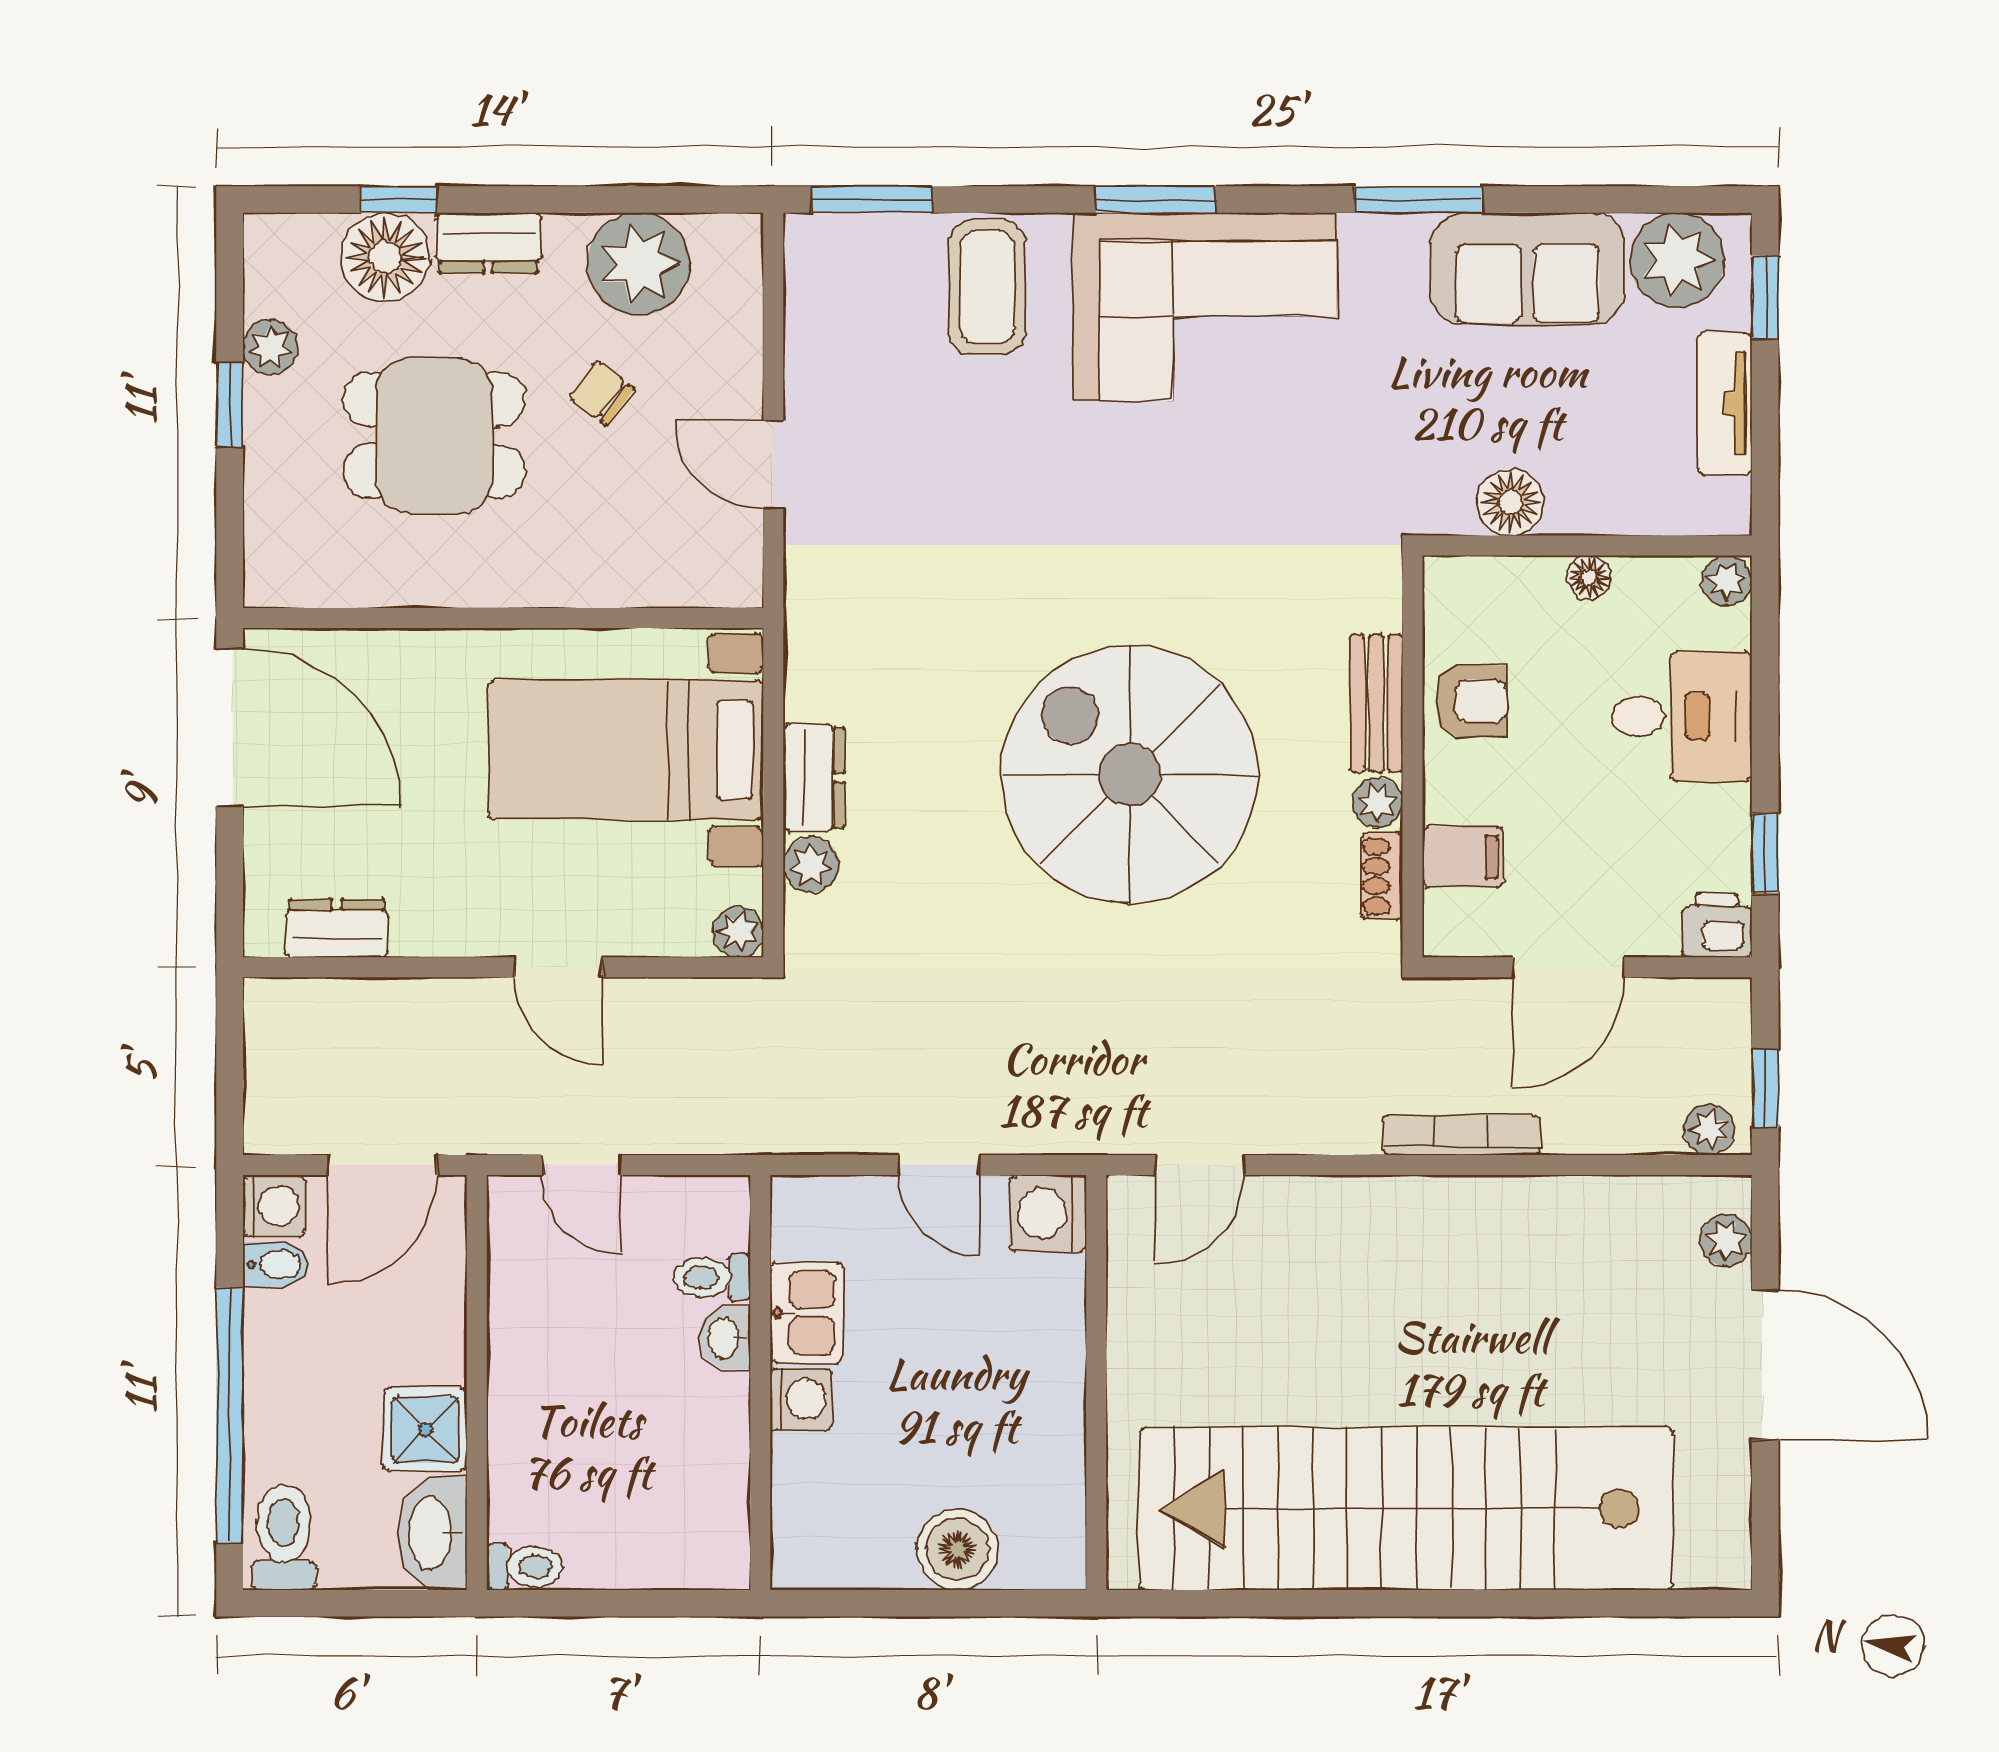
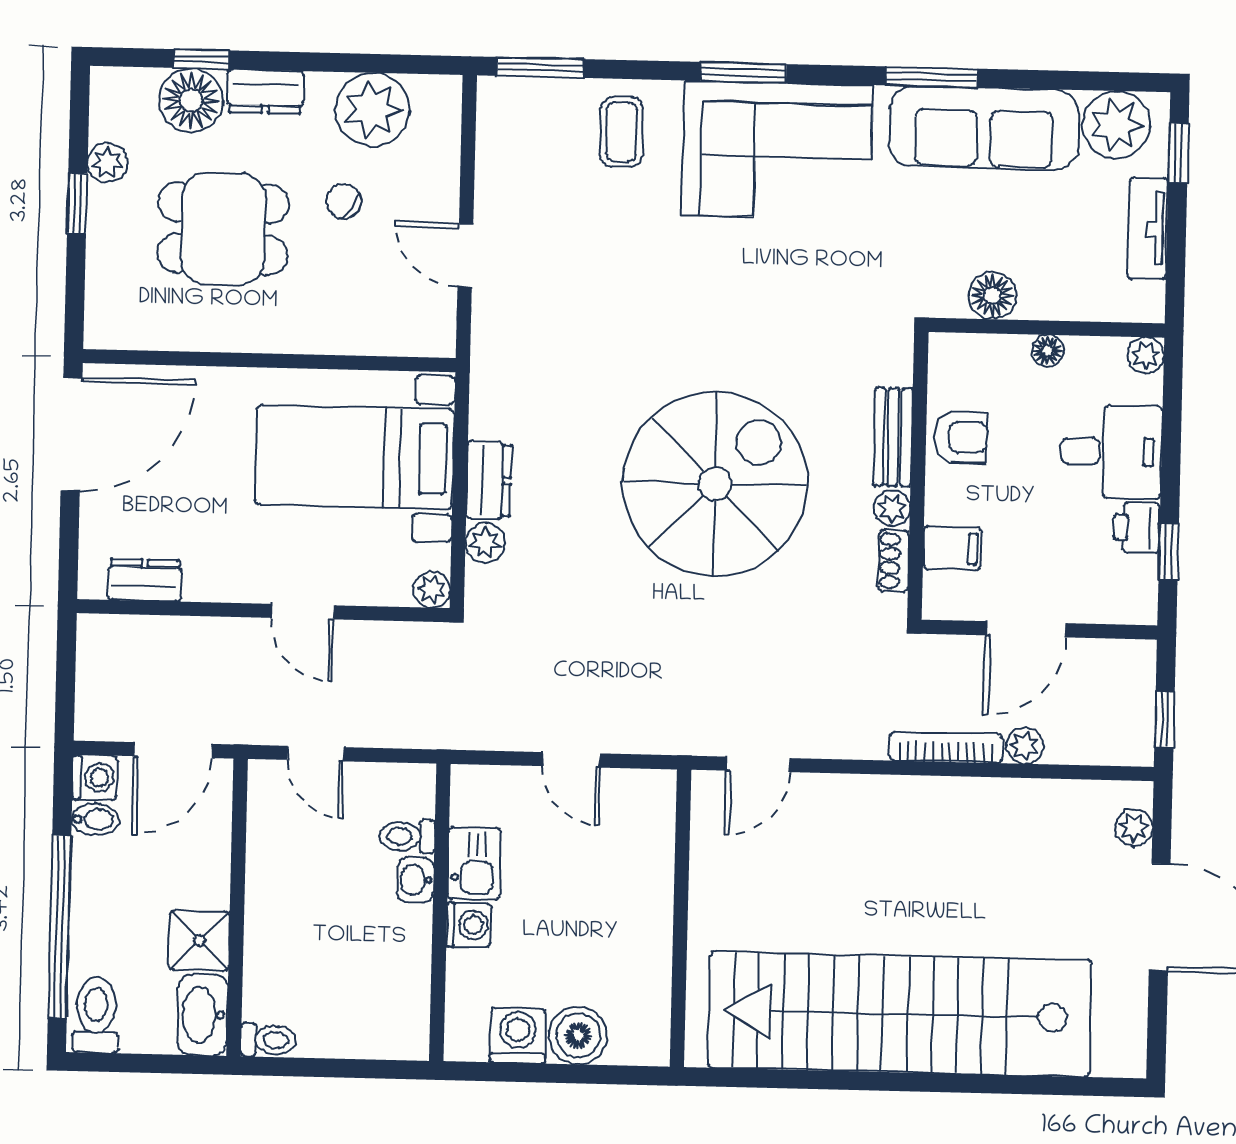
sofa: (1528, 269) -> (984, 128), width x1.36
coffee table: (987, 287) -> (621, 132), width x0.73, depth x0.77
door: (230, 727) -> (72, 434), hinge flipped
spiral stairs: (1130, 775) -> (715, 484), turned 90
printer: (1717, 925) -> (1137, 528), moved, turned -90
plant: (1709, 1130) -> (1025, 746), moved
washing machine: (1048, 1213) -> (518, 1035), moved, turned 90

